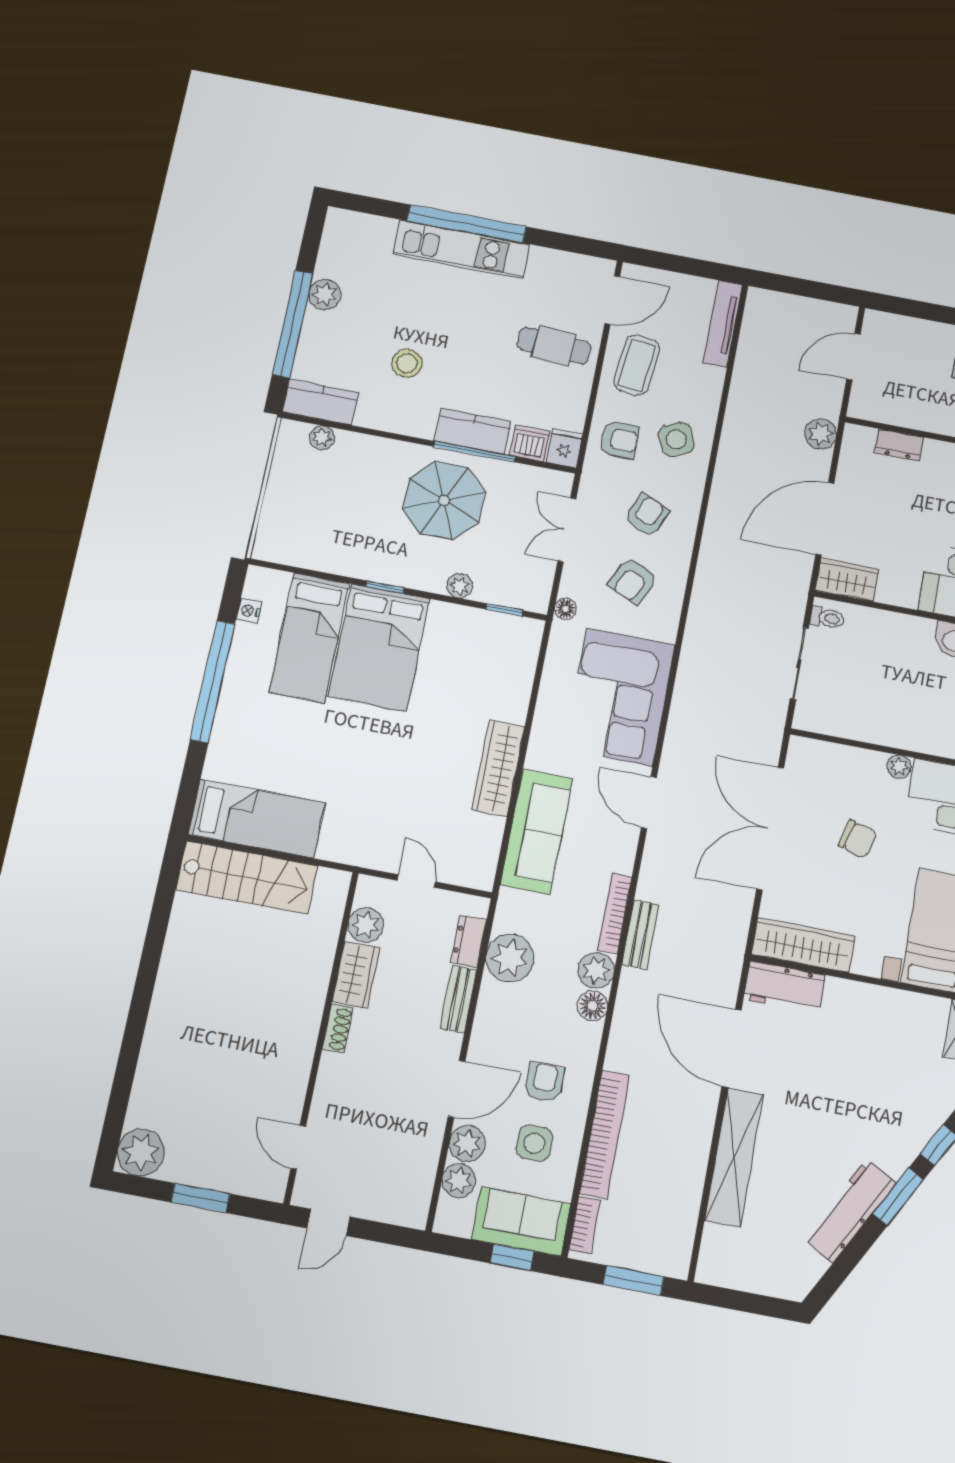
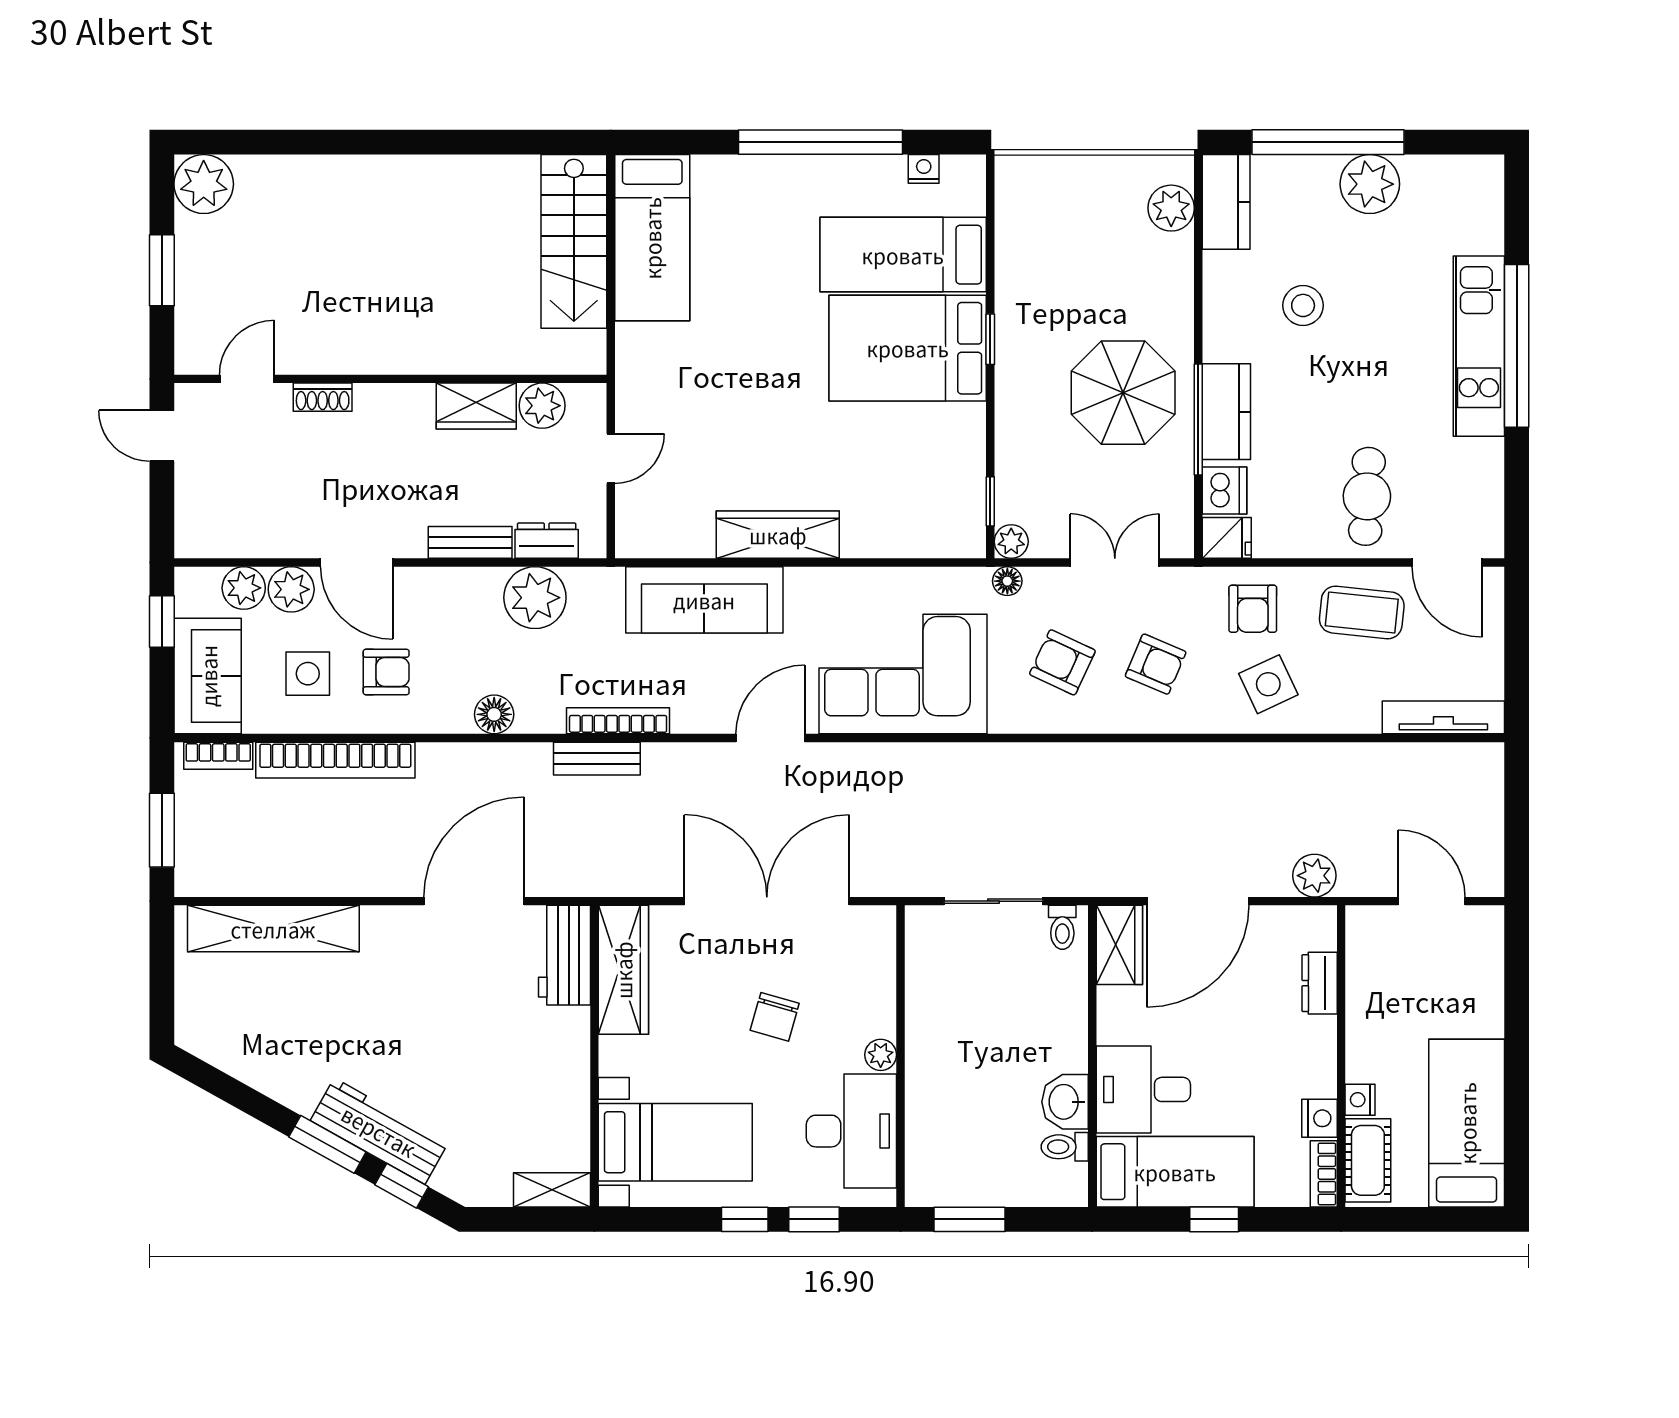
plant: (325, 295) -> (1370, 184), width x1.36, depth x1.36
plant: (322, 438) -> (1171, 208), width x1.38, depth x1.38
door: (825, 519) -> (1198, 901), swing flipped
plant: (460, 586) -> (1011, 542), moved
plant: (596, 970) -> (540, 711), removed
shoe rack: (338, 1029) -> (323, 397), moved
shelving: (734, 1157) -> (273, 929), moved
workbench: (850, 1211) -> (379, 1131), moved
window: (512, 1257) -> (162, 622), moved

